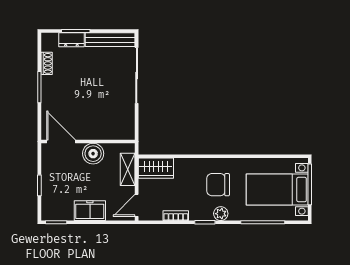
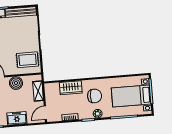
rug: (115, 118) -> (28, 60), added
wardrobe: (156, 168) -> (71, 88), moved
chair: (218, 185) -> (95, 96), turned 180

